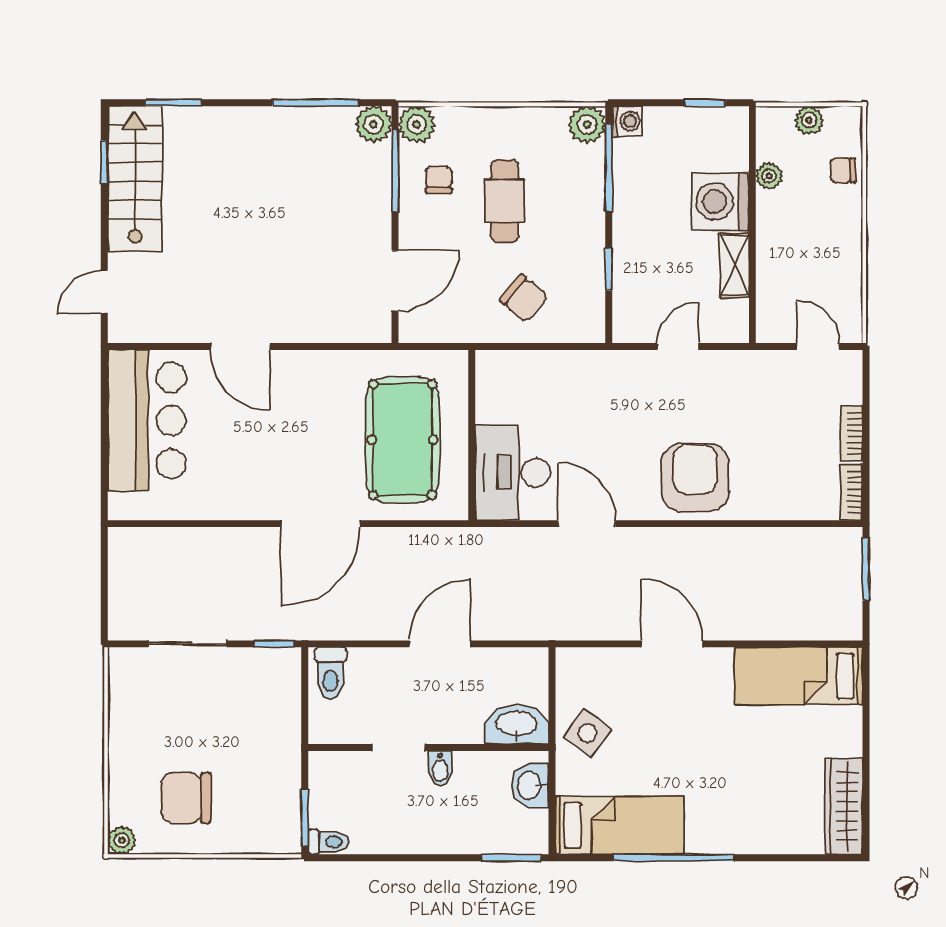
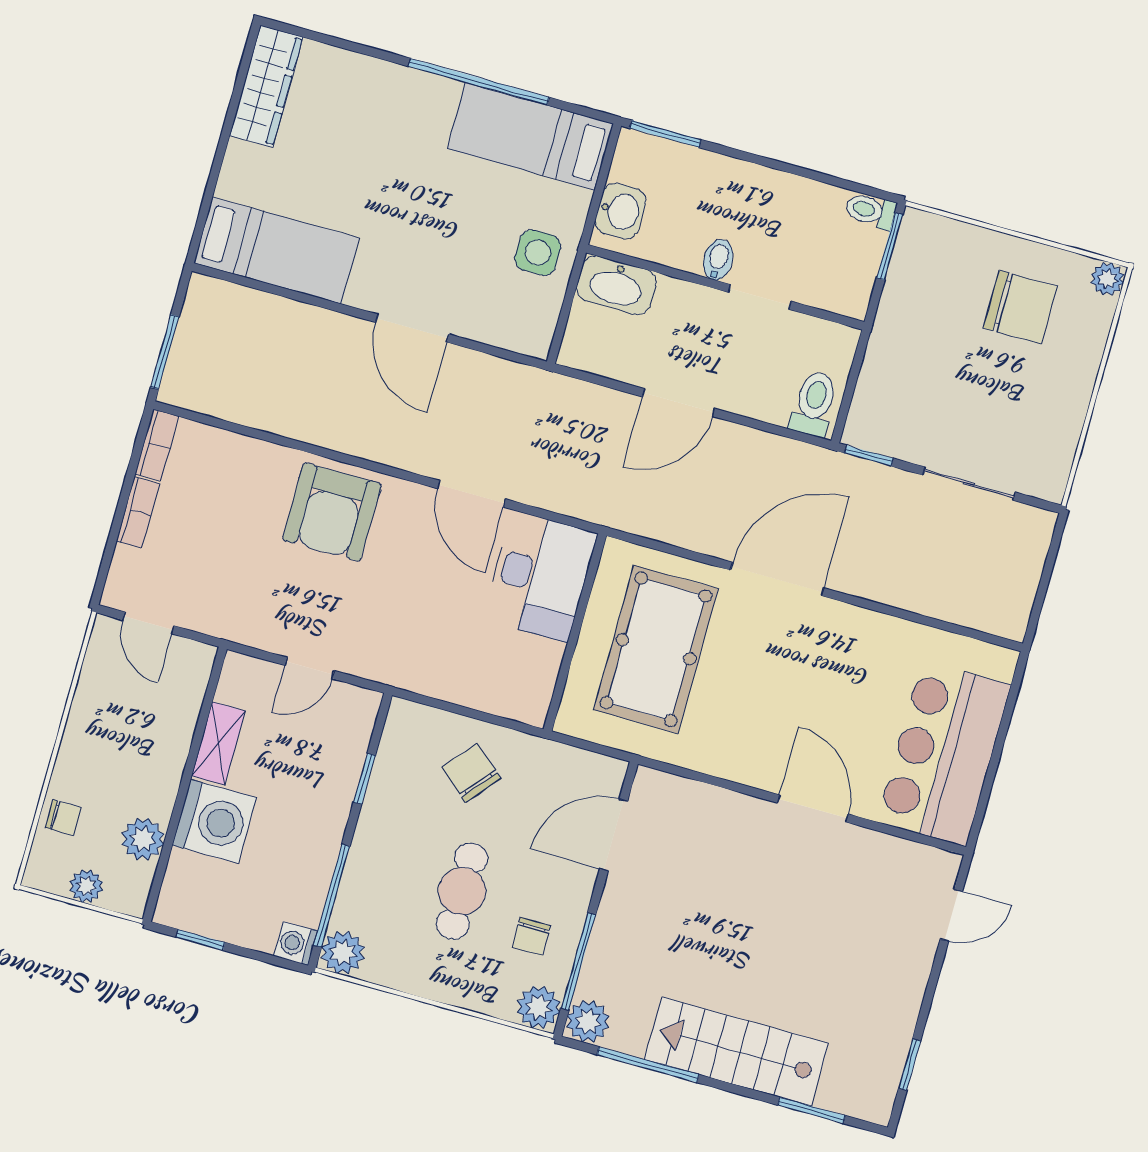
plant: (769, 176) -> (143, 839), width x1.38, depth x1.38
stairs: (135, 179) -> (737, 1051), moved, turned 90
side table: (587, 733) -> (538, 253), turned -36

